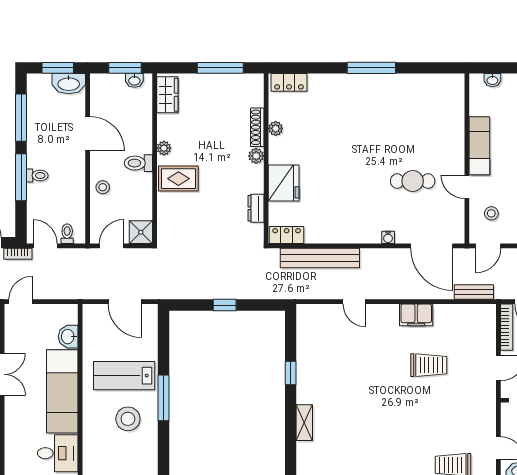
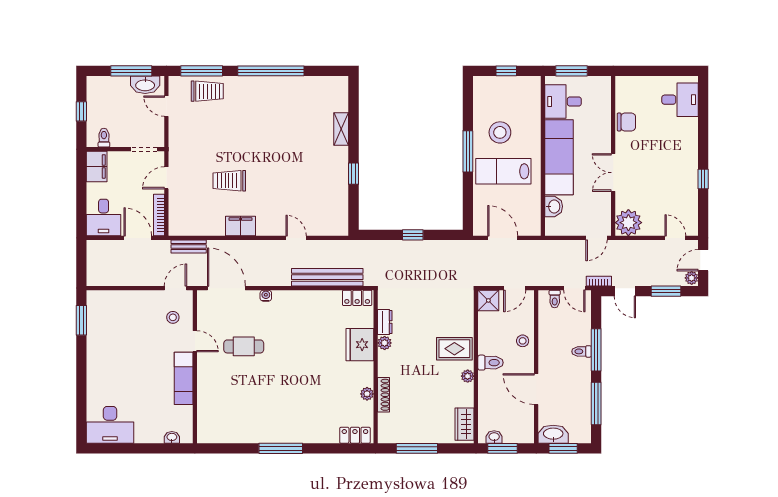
plant: (256, 156) -> (385, 343), moved
lab bench: (124, 376) -> (503, 171), turned 180

